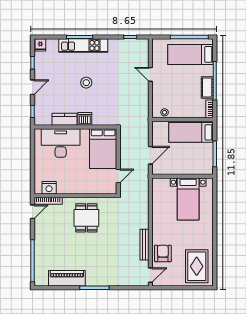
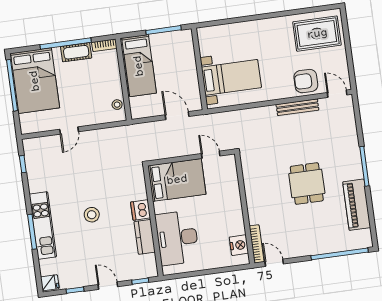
bed: (190, 54) -> (35, 81), width x1.50
bed with nightstands: (188, 199) -> (231, 77), moved
dining table: (86, 218) -> (307, 184), moved, turned 90

